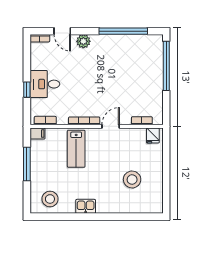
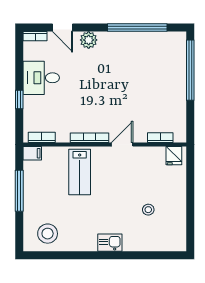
desk: (45, 84) -> (41, 78), moved
stool: (132, 180) -> (148, 210), width x0.53, depth x0.53
kitchen sink: (86, 206) -> (110, 243), moved

